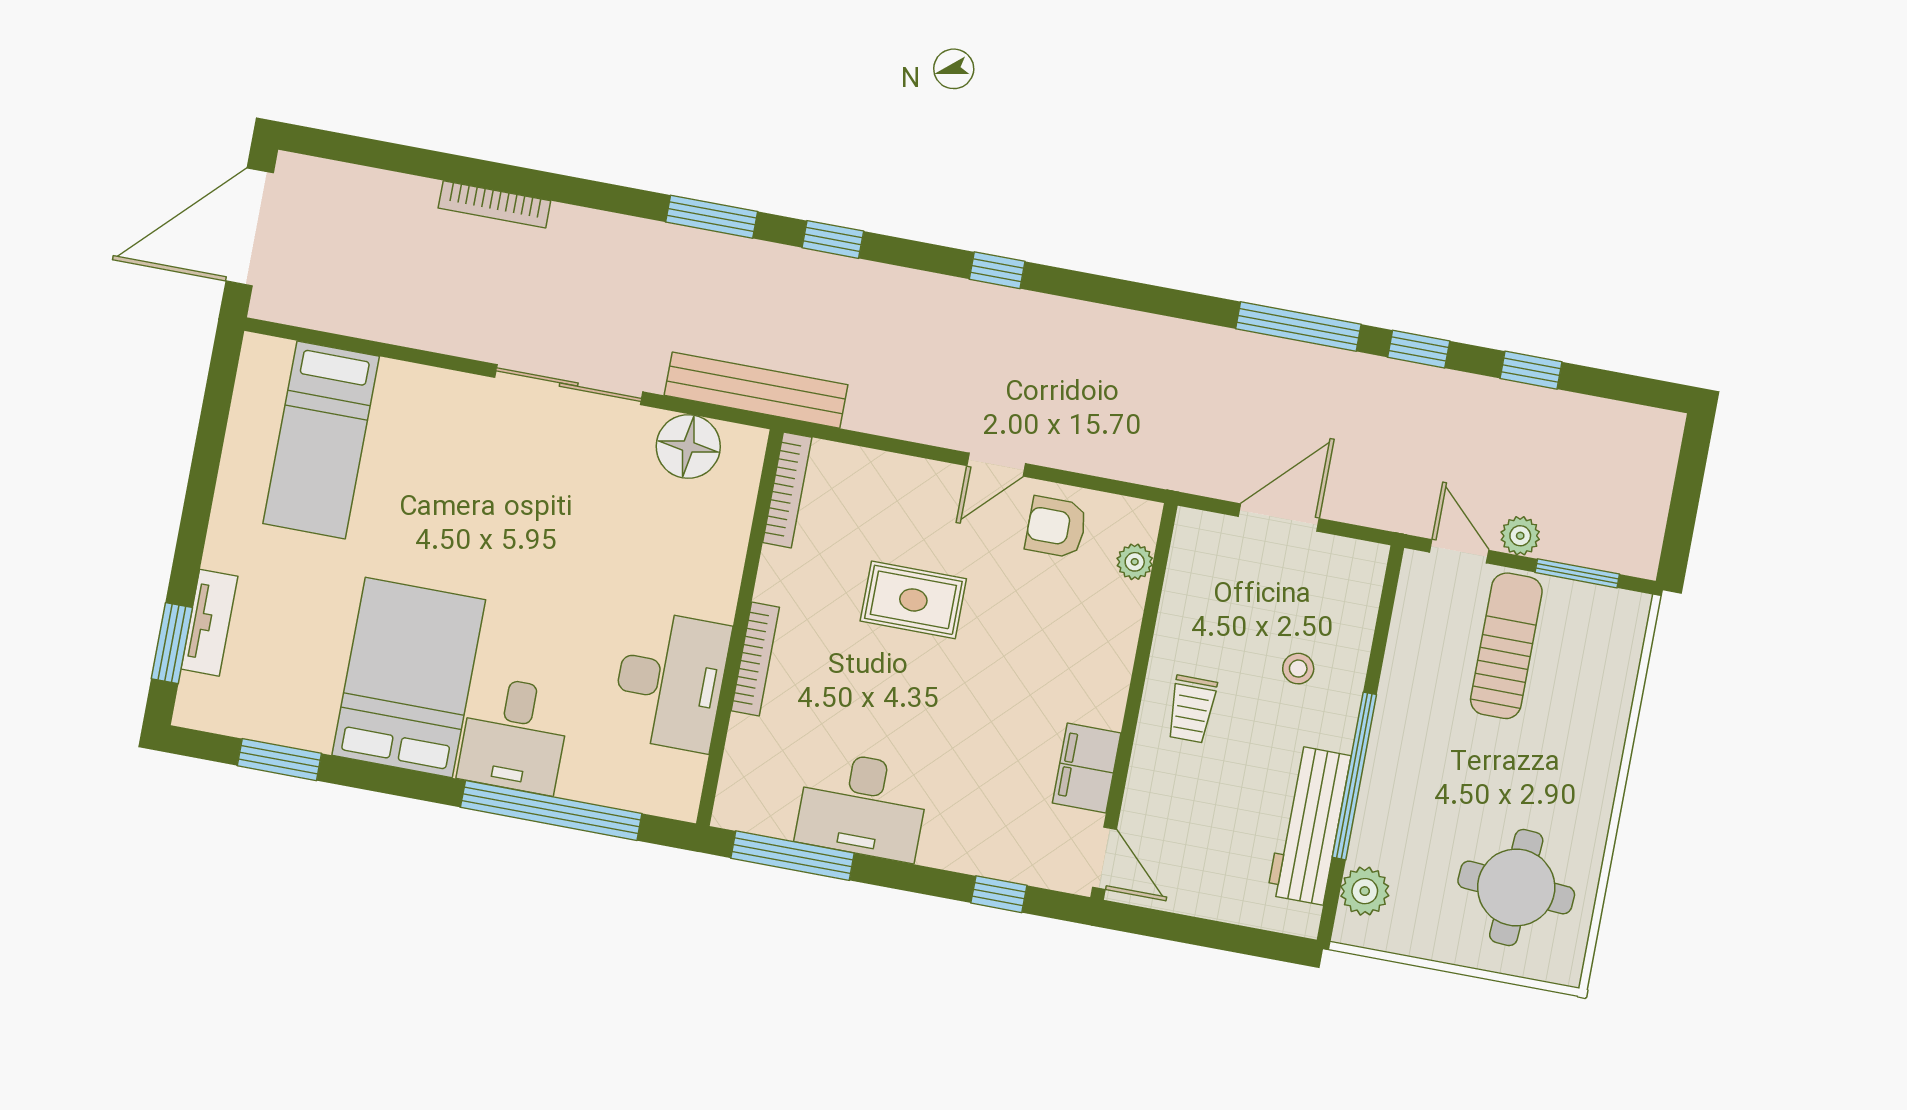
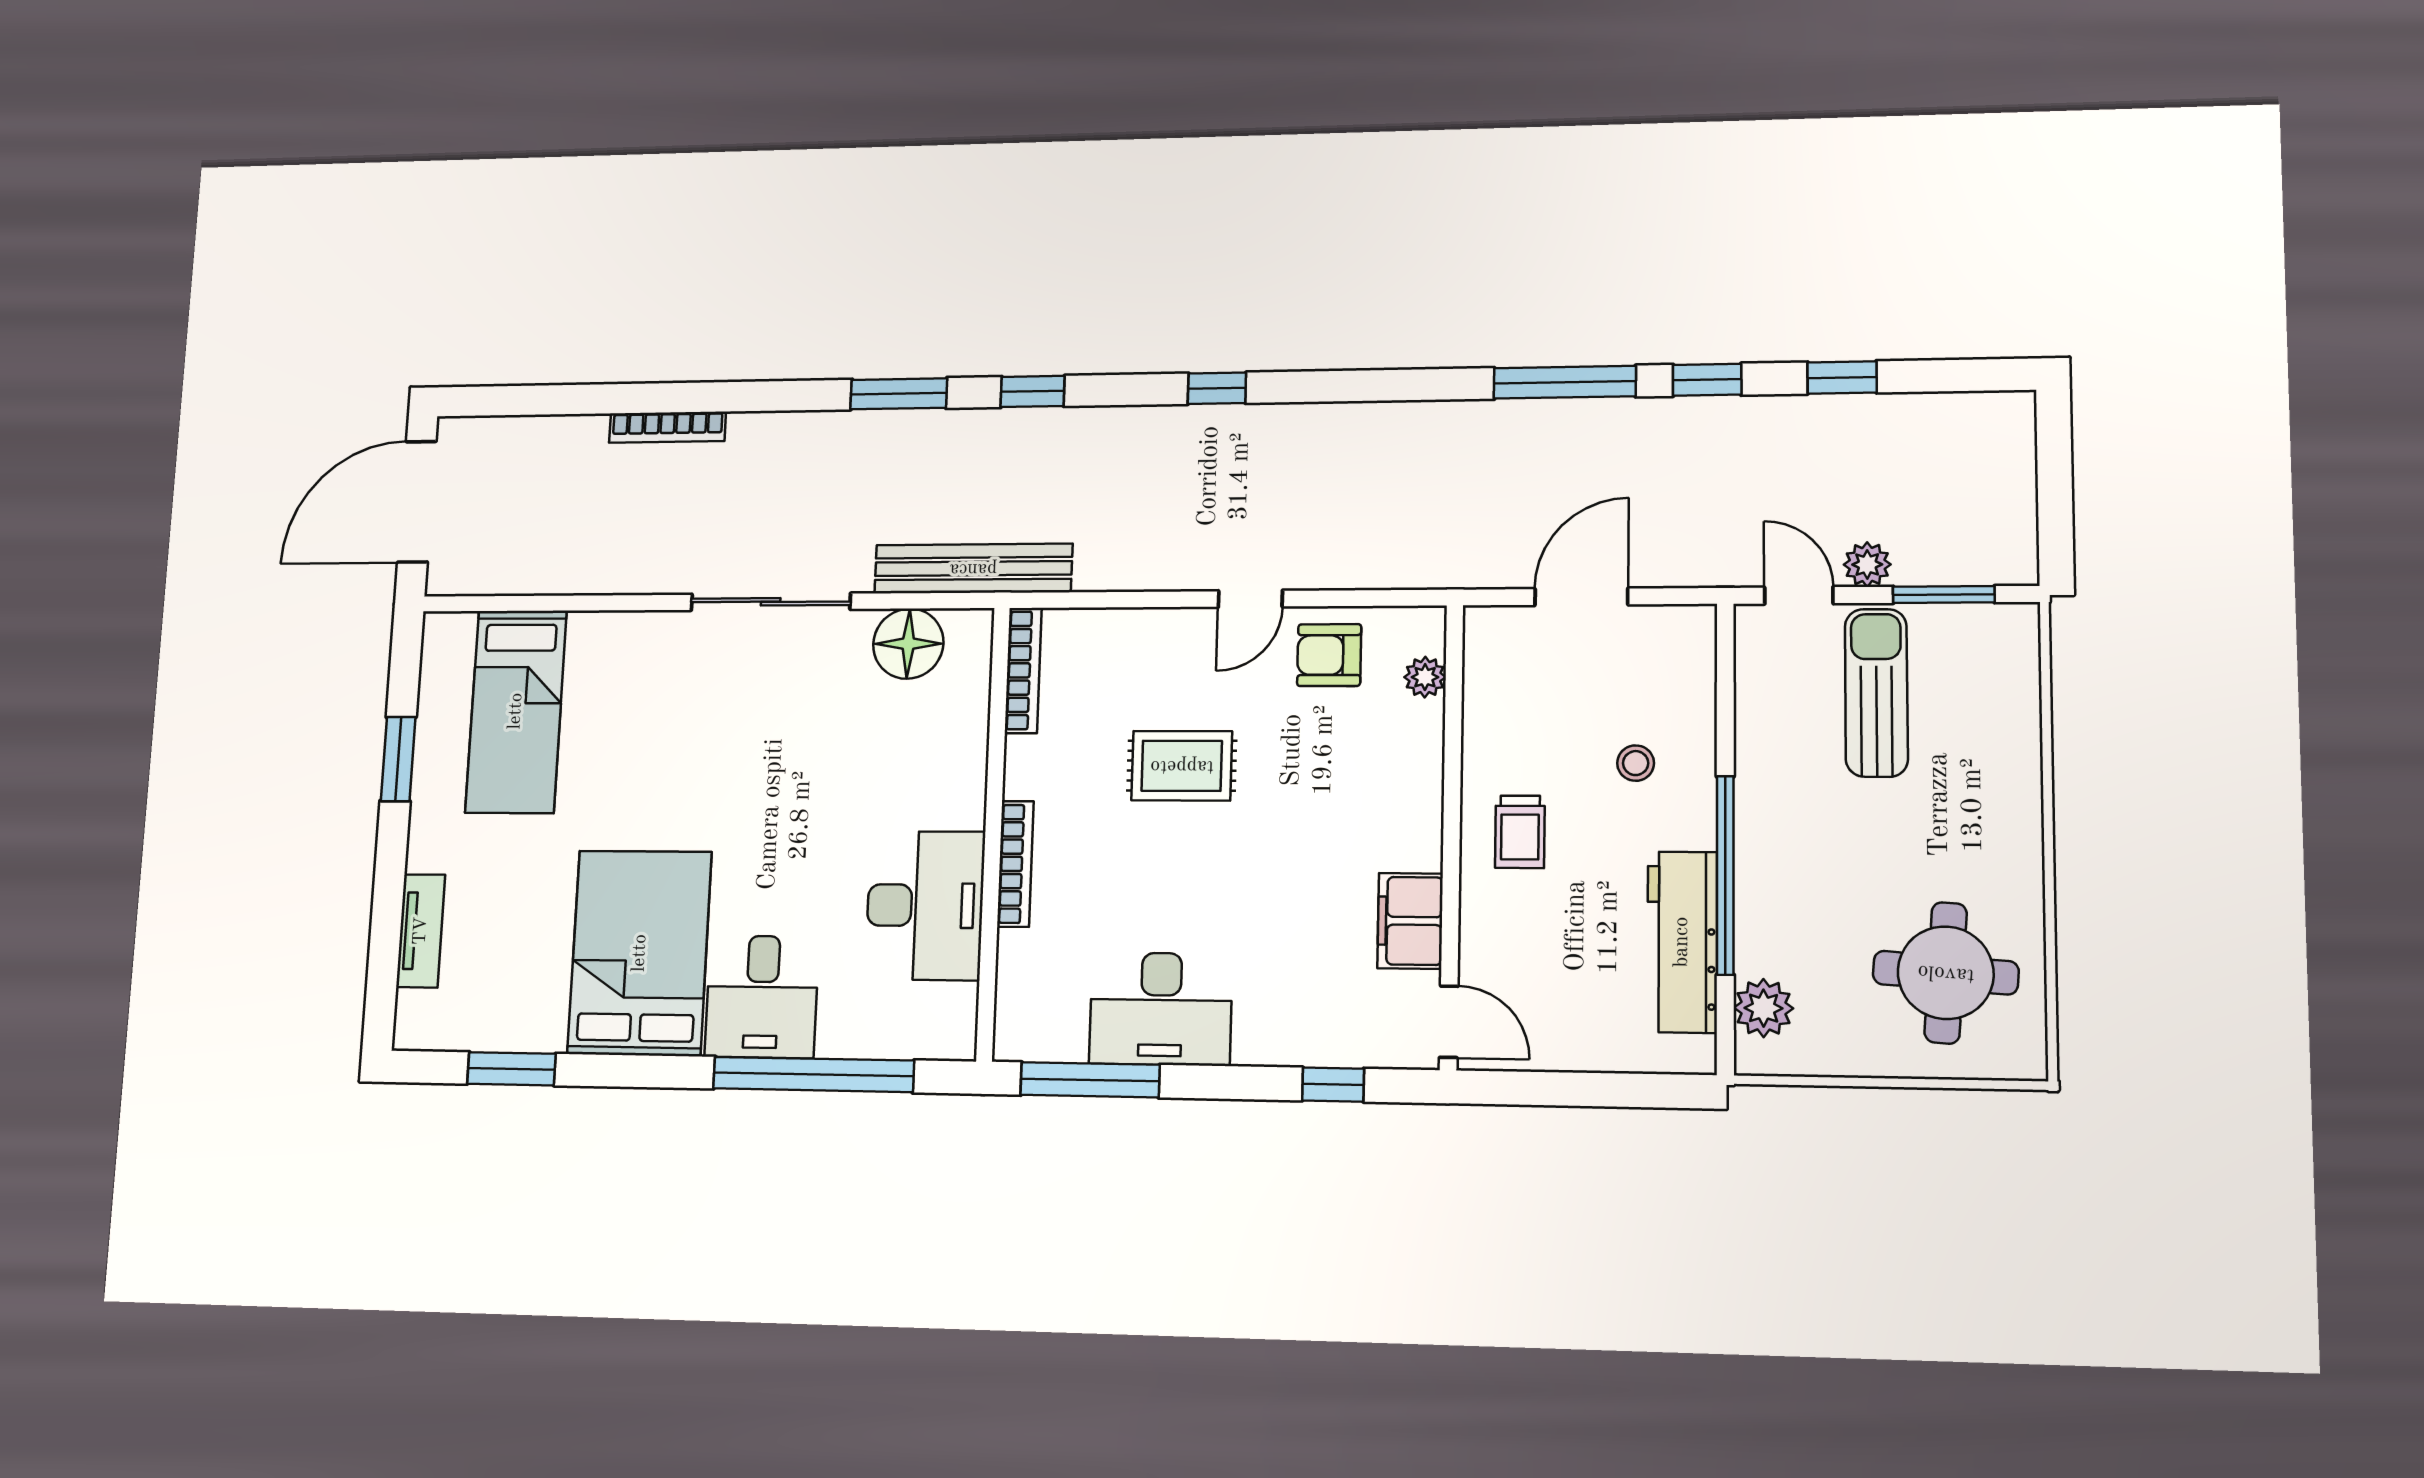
window: (172, 643) -> (398, 759), moved

